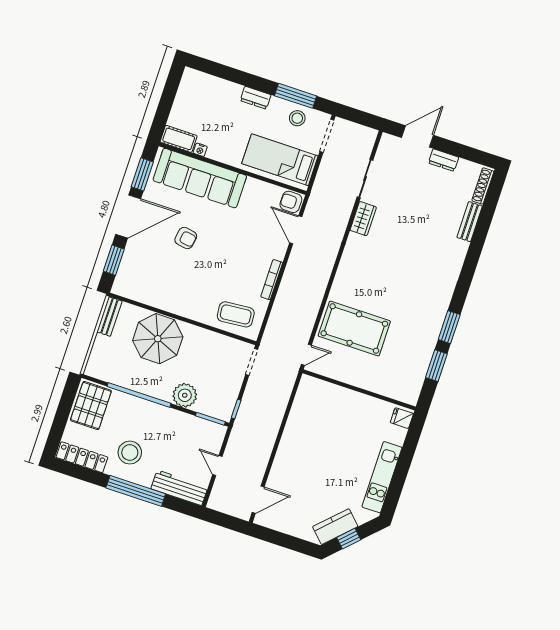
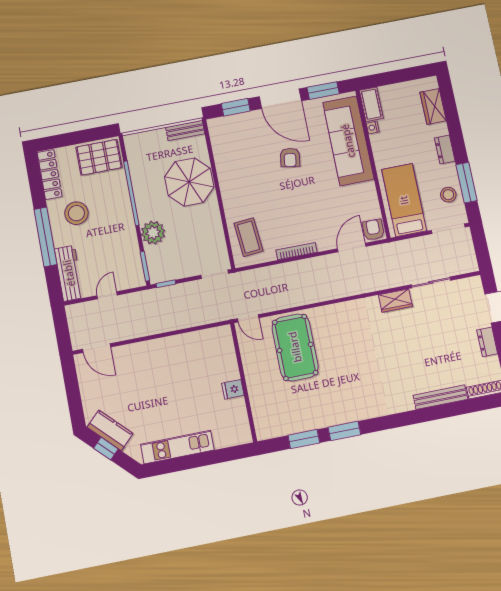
wardrobe: (211, 85) -> (433, 106), added
bench: (470, 222) -> (440, 397), width x1.36
fridge: (402, 418) -> (233, 389), moved, turned -90

